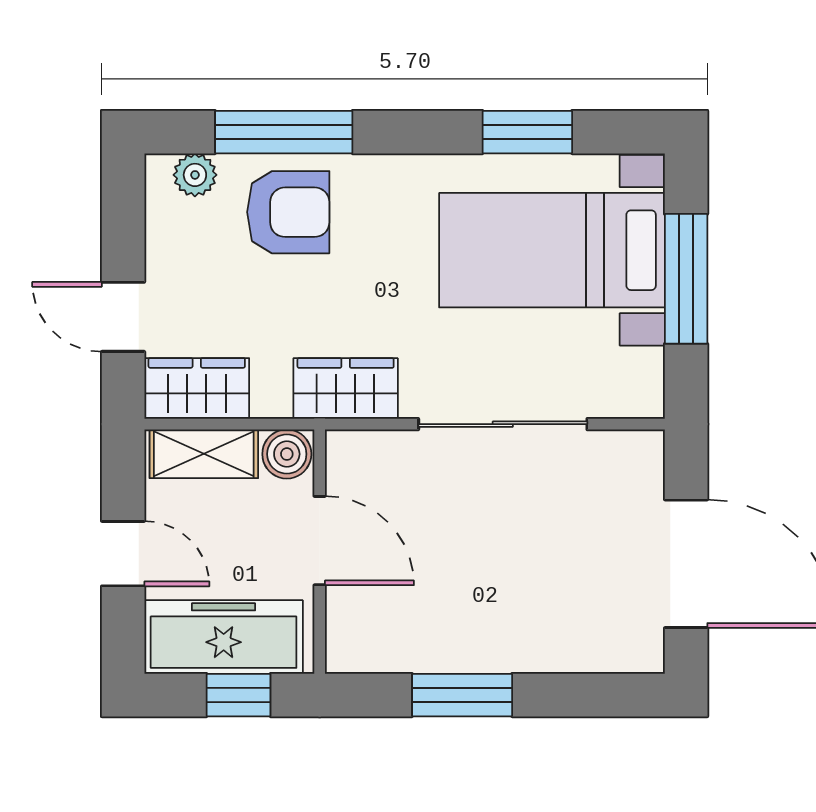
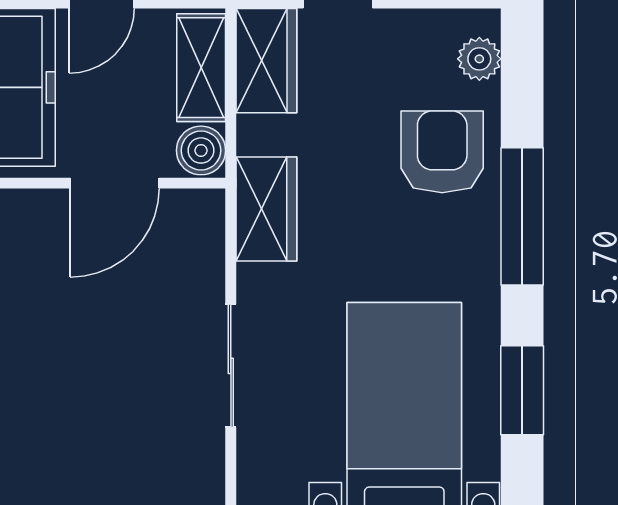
window: (284, 132) -> (522, 216), moved
armchair: (288, 212) -> (442, 152), turned 180
sliding door: (503, 424) -> (231, 366), width x0.73

